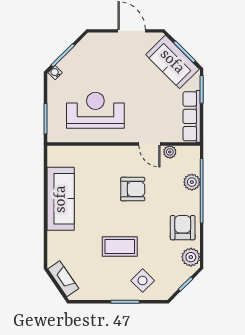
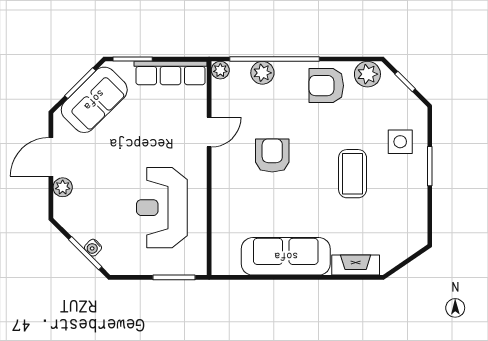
plant: (110, 39) -> (63, 187), added
water cooler: (55, 73) -> (93, 248), moved
plant: (170, 152) -> (220, 70), moved
fireplace: (63, 279) -> (356, 265), moved, turned 34
side table: (143, 281) -> (400, 142), turned 45

